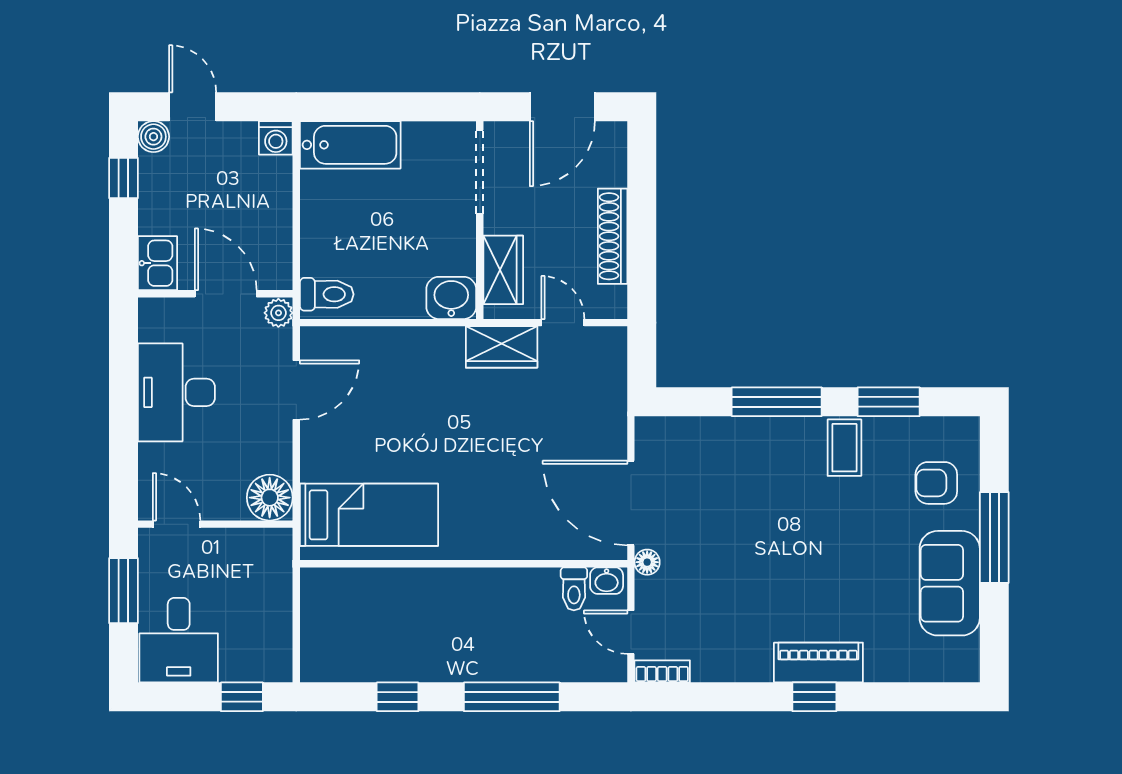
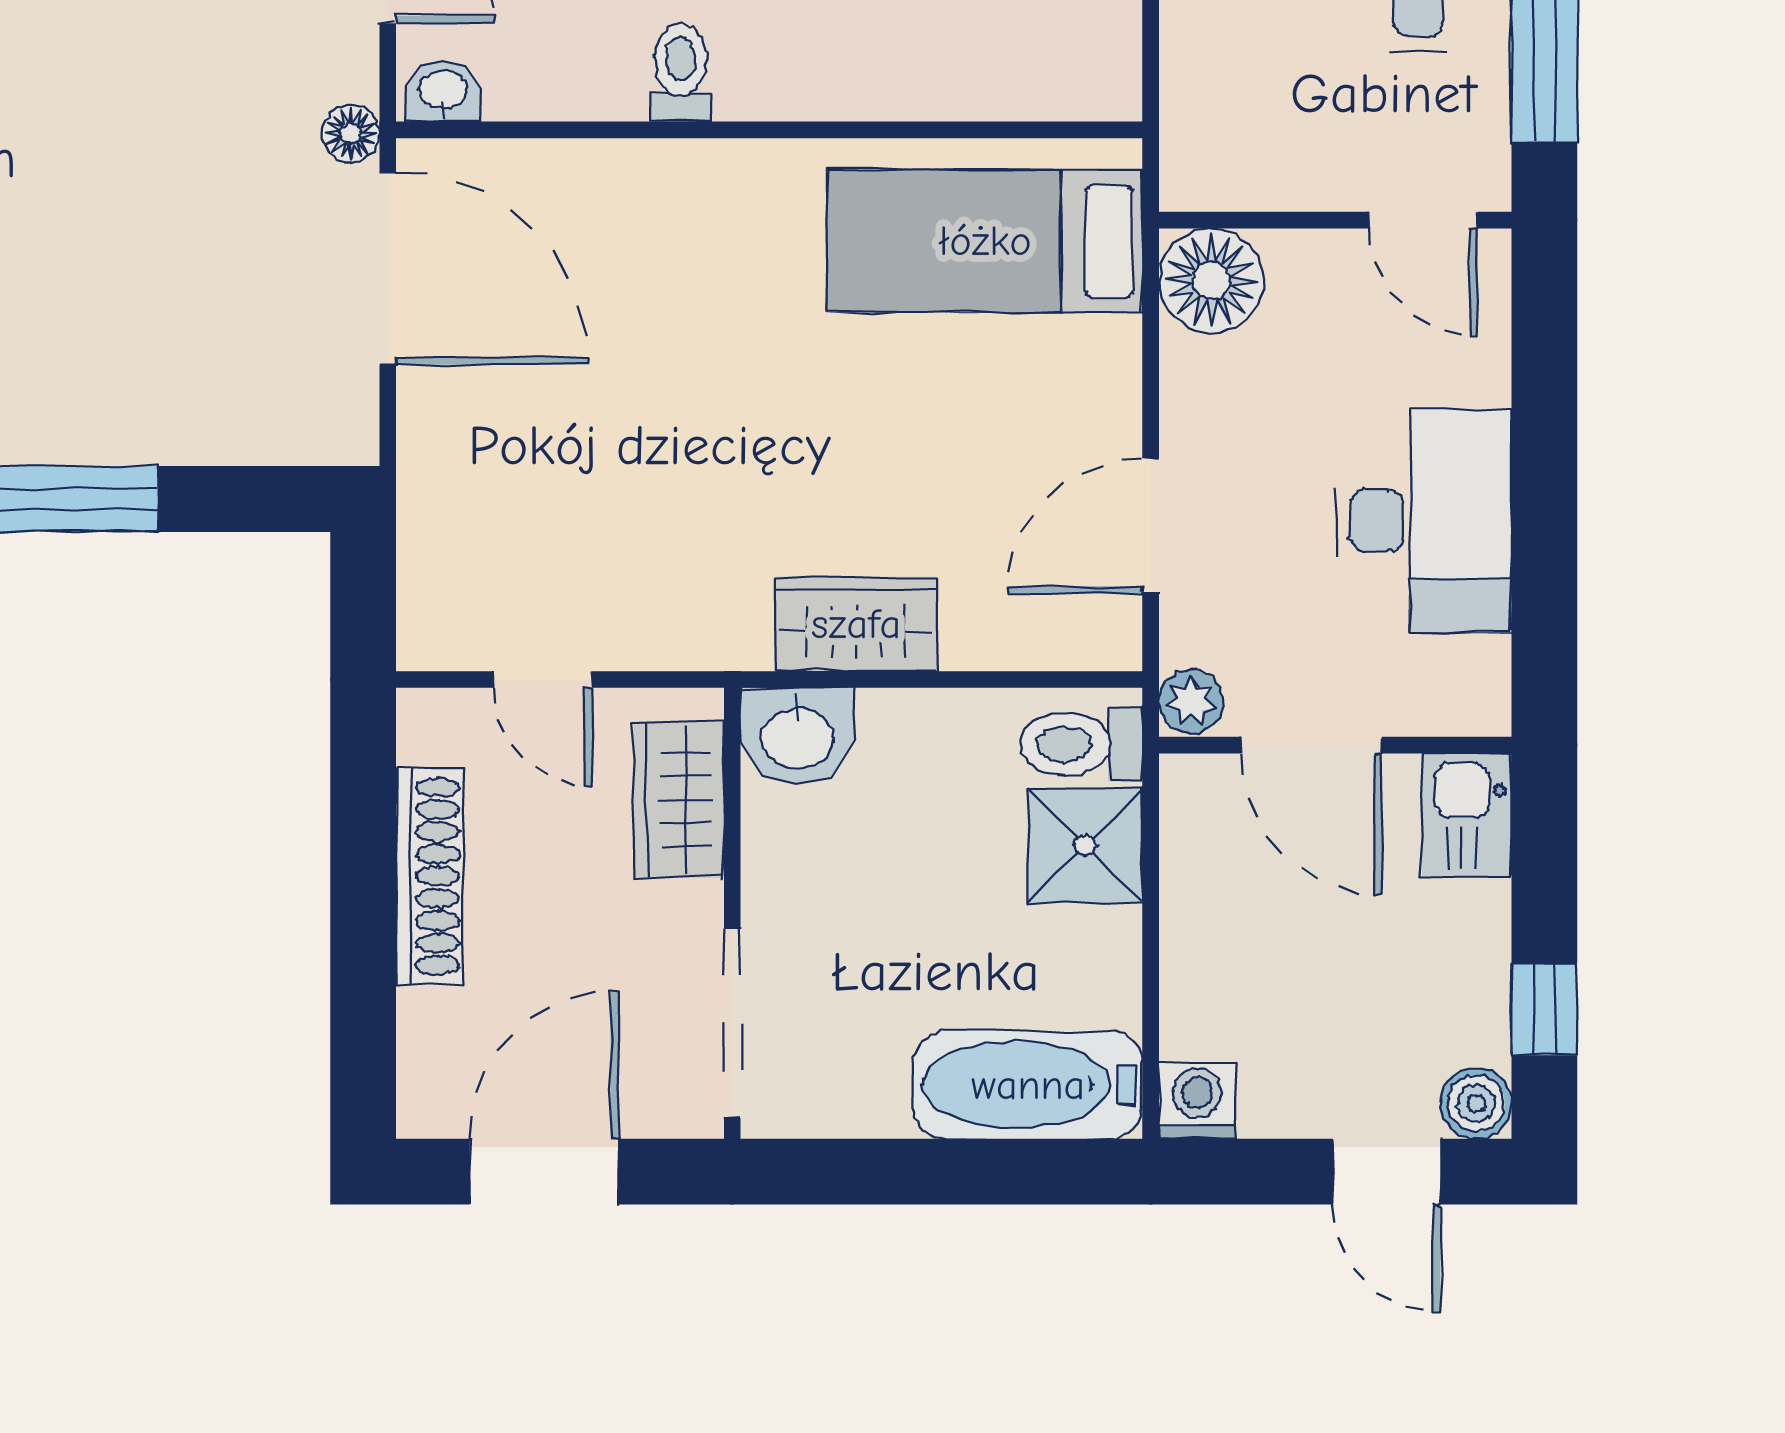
shower: (325, 250) -> (1085, 845), added
wardrobe: (502, 347) -> (856, 624), moved
toilet: (574, 589) -> (681, 73), moved

